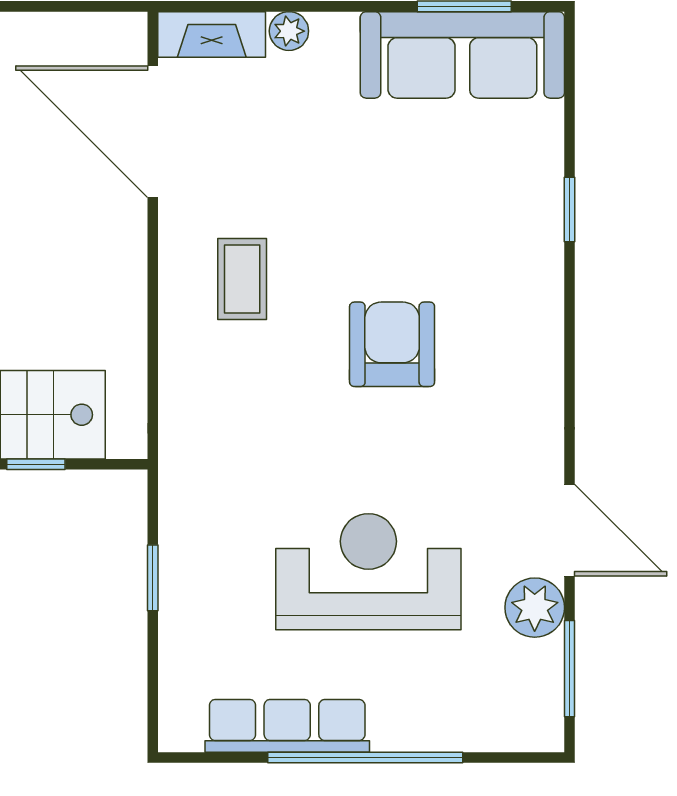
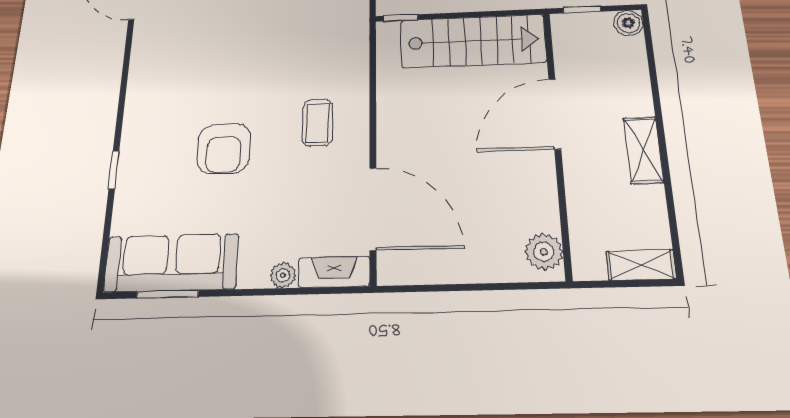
armchair: (392, 344) -> (224, 148), moved
window: (36, 464) -> (400, 18), moved

